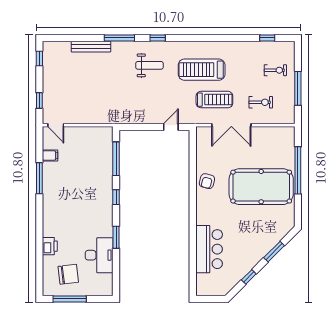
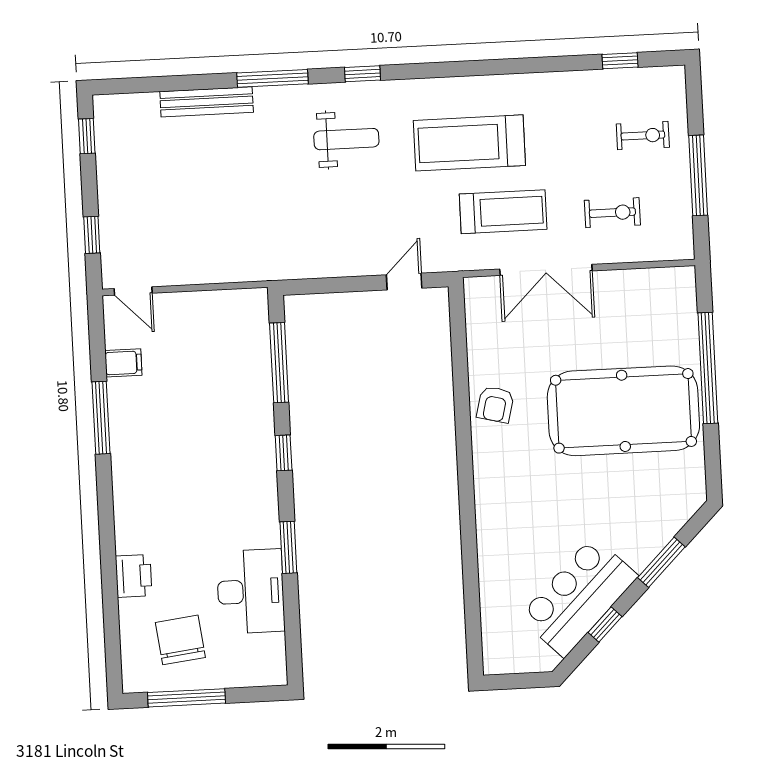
bar counter: (209, 249) -> (579, 597), moved, turned -135
chair: (68, 274) -> (180, 640), turned -90

